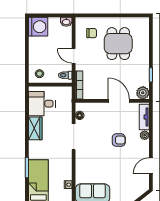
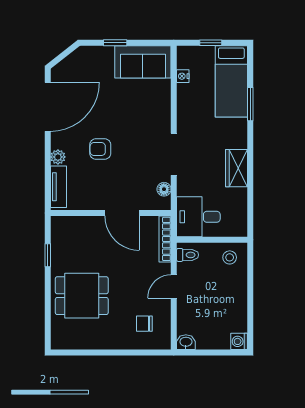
washing machine: (38, 27) -> (239, 341), width x0.53, depth x0.53
dining table: (118, 44) -> (82, 296), moved, turned 90
door: (74, 56) -> (174, 286), swing flipped
plant: (143, 93) -> (61, 226), removed
door: (119, 101) -> (122, 213), moved
desk: (42, 104) -> (198, 217), moved, turned 180
door: (151, 166) -> (48, 107), width x1.88

